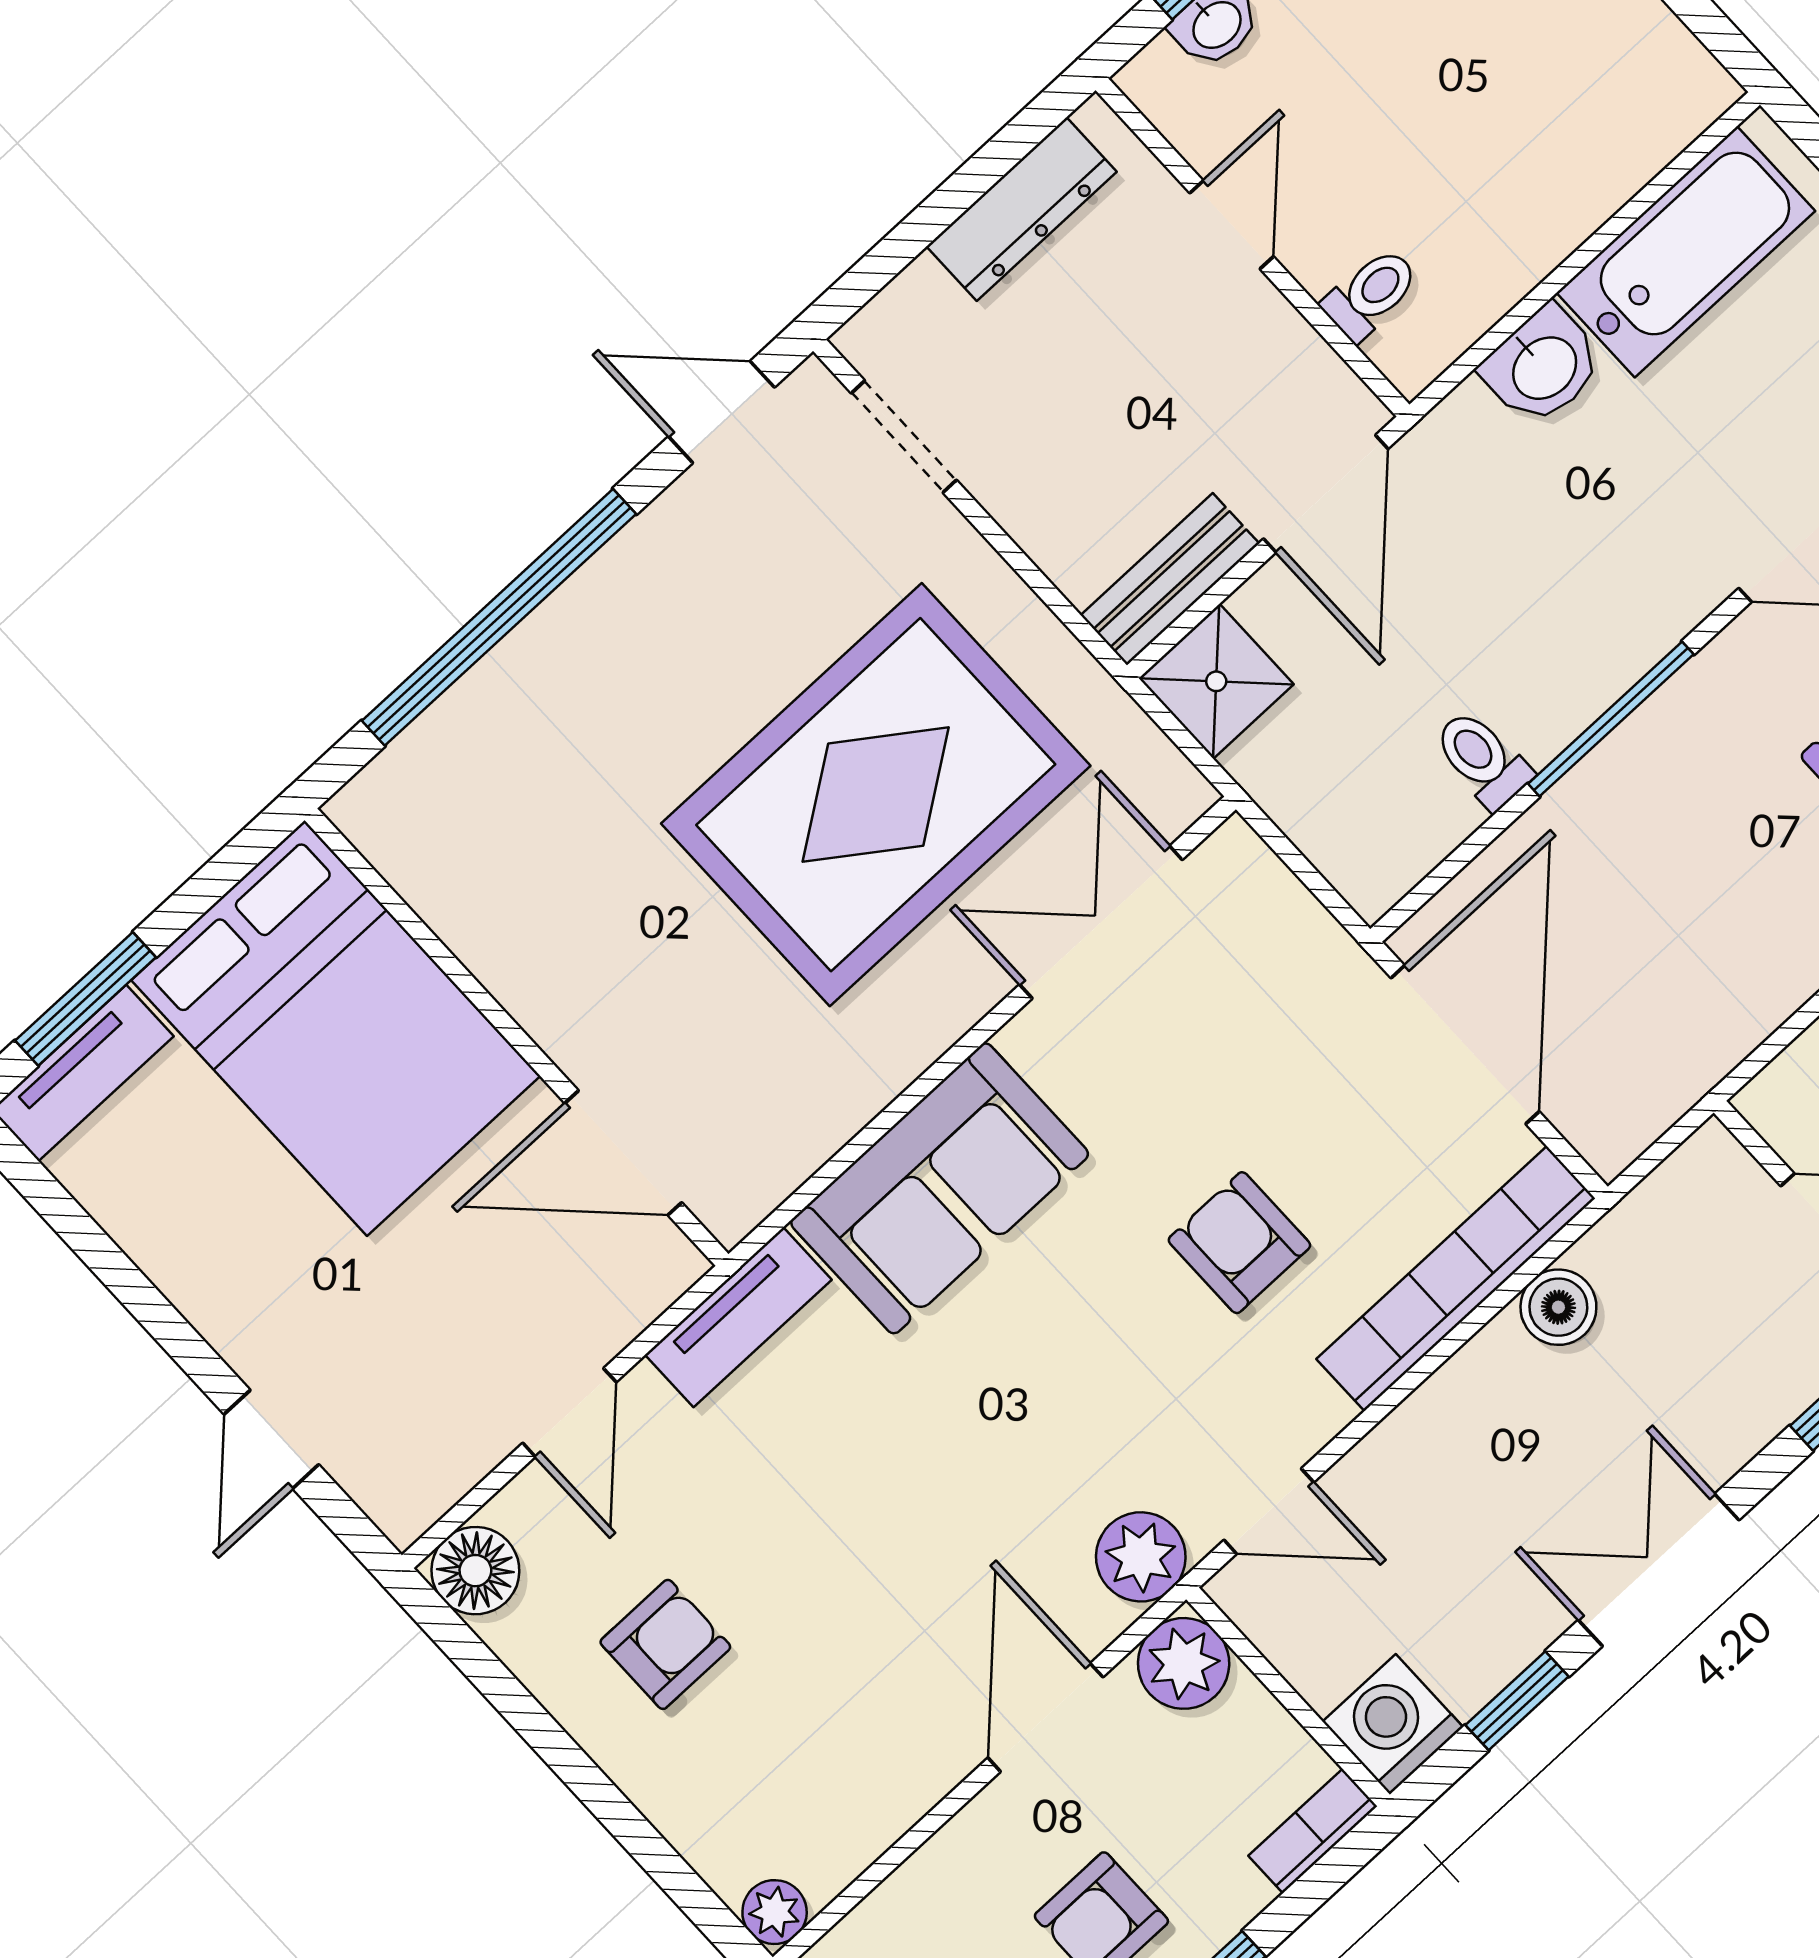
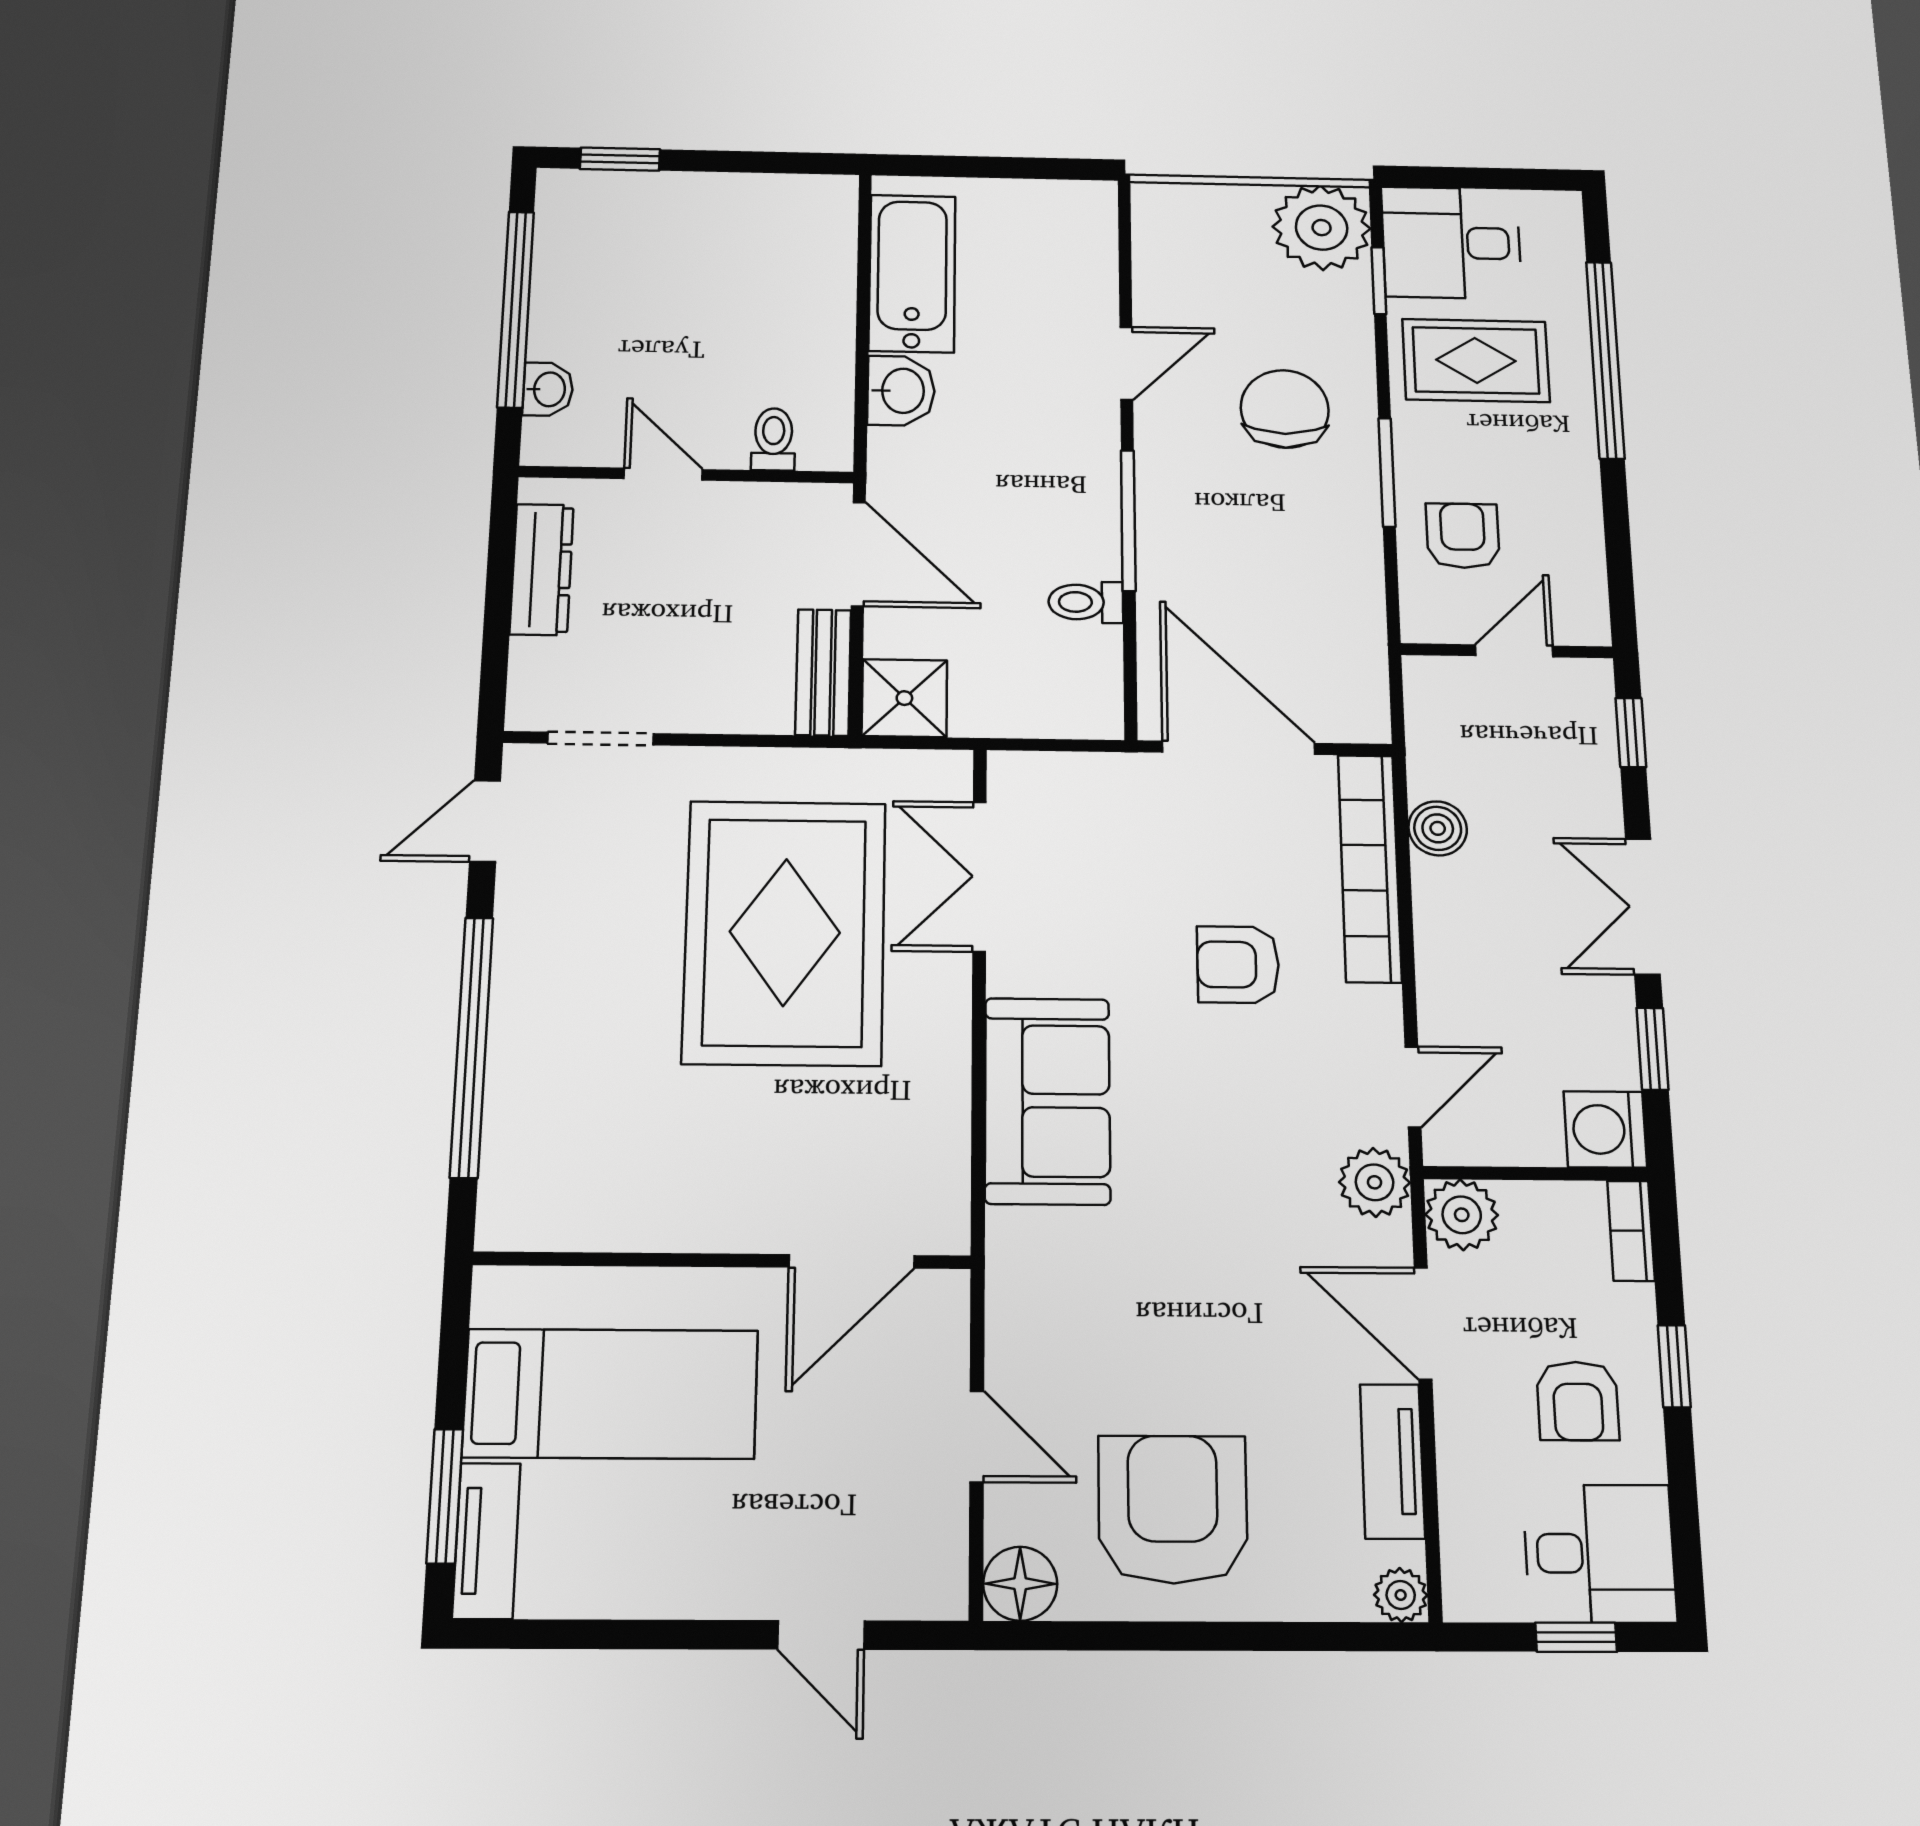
bed: (336, 1028) -> (611, 1394), width x0.67
tv unit: (738, 1317) -> (1392, 1461), moved, turned 180
armchair: (665, 1644) -> (1173, 1509), width x1.88, depth x1.88

